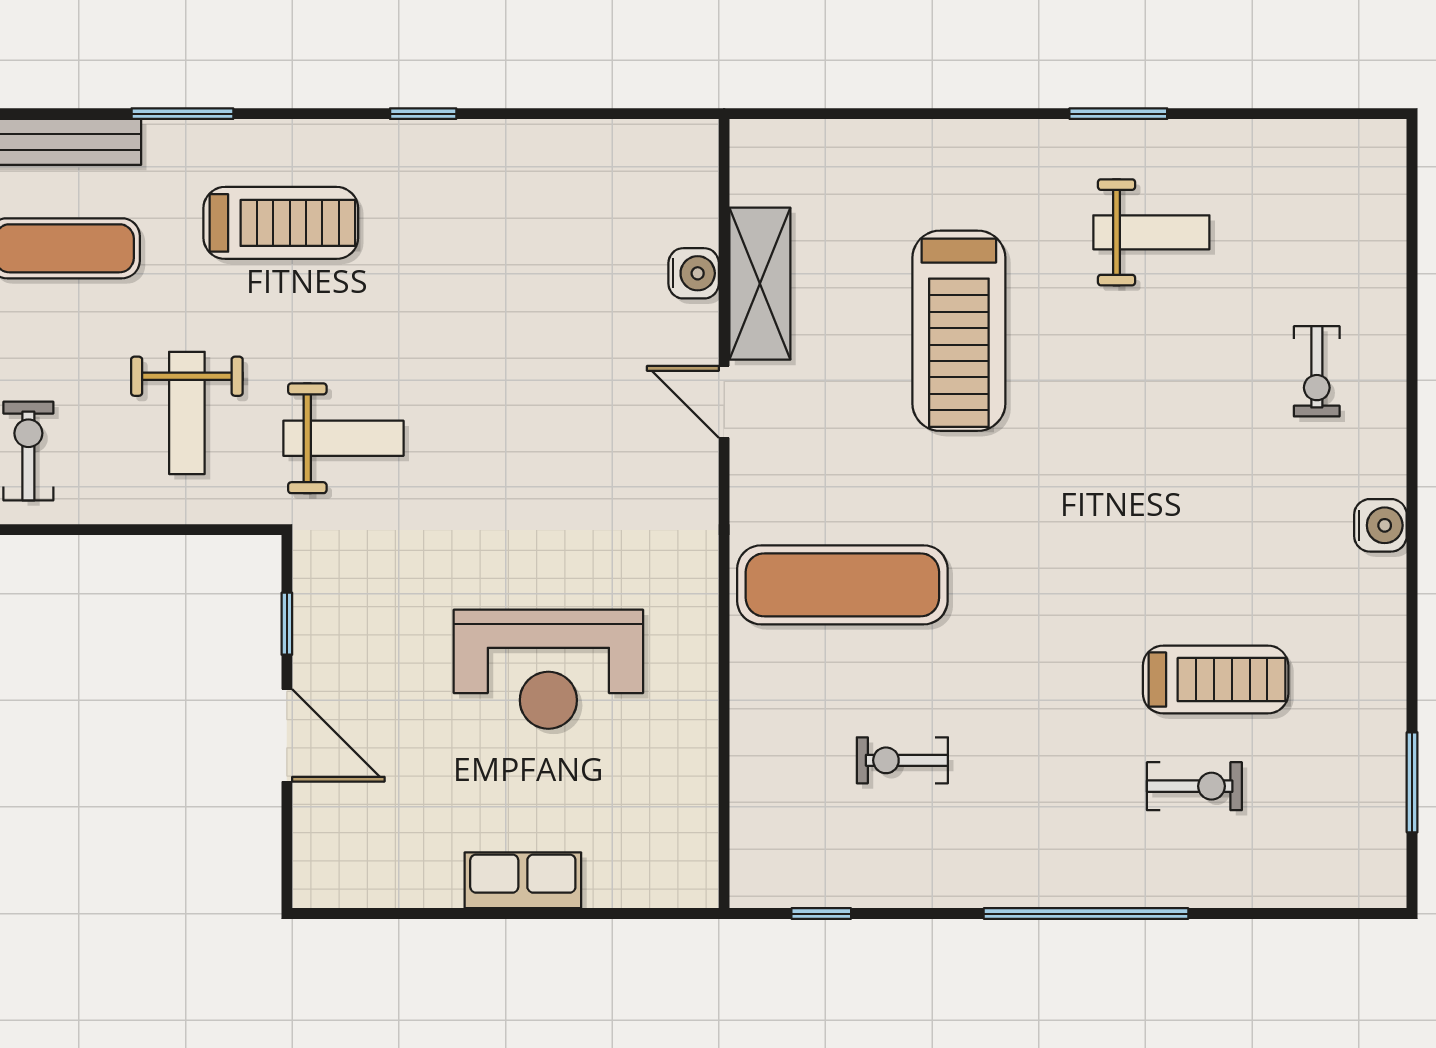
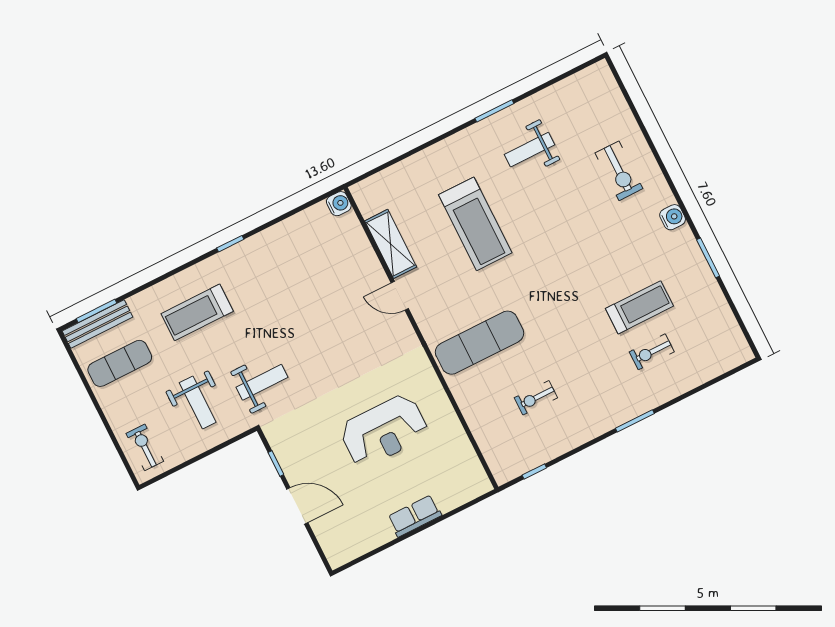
window: (182, 114) -> (97, 311), moved
treadmill: (281, 223) -> (197, 312), turned 180
weight bench: (1151, 232) -> (530, 150), turned 180
water cooler: (694, 273) -> (339, 204), moved
exercise bike: (1317, 371) -> (619, 171), width x1.38, depth x1.39
window: (1412, 782) -> (708, 258), moved
exercise bike: (1194, 786) -> (652, 352), turned 180
window: (1086, 914) -> (635, 421), width x0.47

